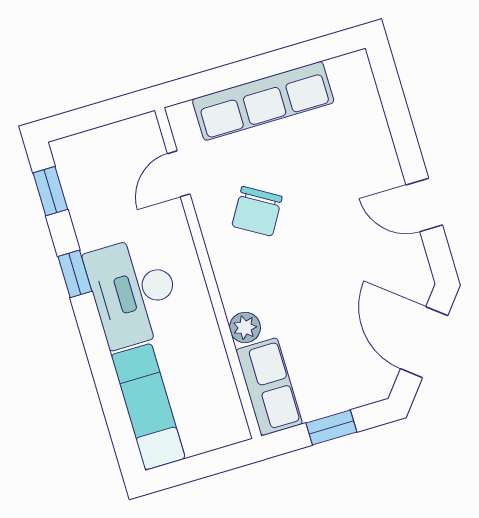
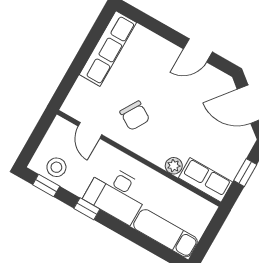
row of seats: (263, 101) -> (108, 49), moved
stool: (87, 180) -> (56, 167), added

